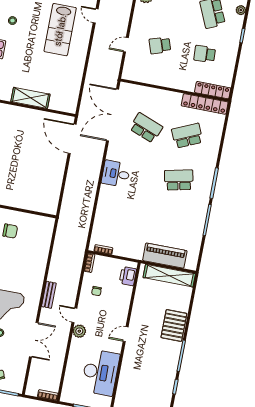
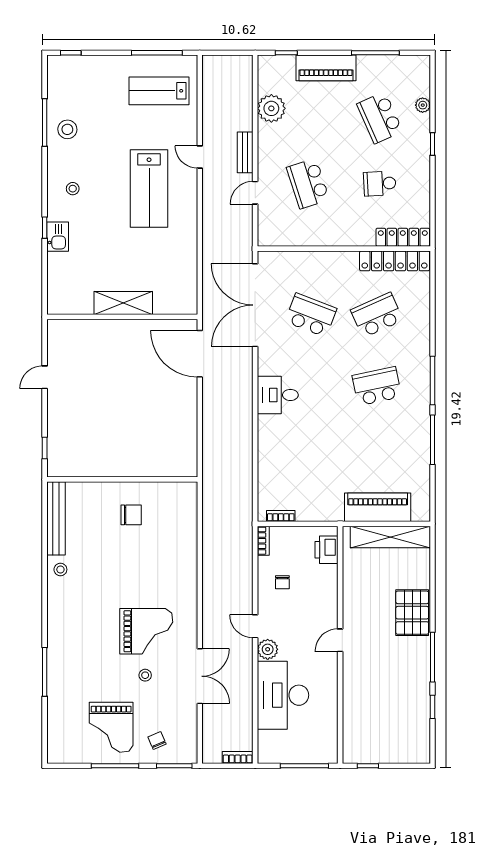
school desk: (160, 45) -> (308, 184), width x1.85
bench: (49, 295) -> (245, 152), moved
desk: (100, 372) -> (283, 695), moved, turned 180

